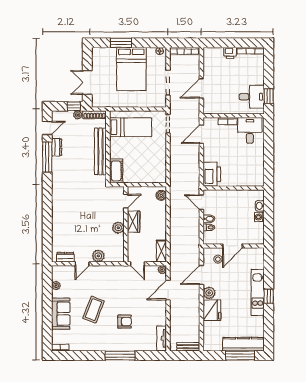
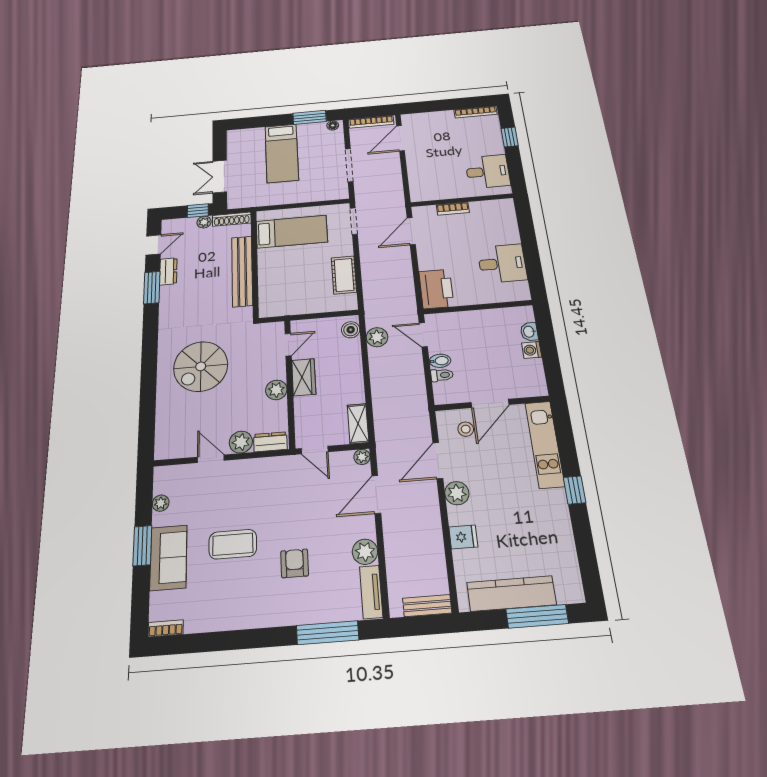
window: (121, 43) -> (310, 117), moved
printer: (230, 53) -> (444, 118), removed
bed: (131, 69) -> (282, 153), width x0.67
door: (201, 88) -> (400, 138), moved
window: (269, 96) -> (510, 137), moved
desk: (250, 130) -> (502, 263), moved, turned 90
window: (47, 157) -> (152, 288), width x0.69
cot: (116, 171) -> (344, 275), moved
plant: (176, 201) -> (377, 337), added
spiral stairs: (76, 210) -> (201, 366), added
dresser: (65, 257) -> (270, 442), moved
door: (82, 264) -> (211, 459), swing flipped
kitchen unit: (258, 292) -> (545, 444), moved
window: (47, 307) -> (142, 546), added
coffee table: (94, 310) -> (233, 544), turned 69
fridge: (212, 310) -> (463, 537), width x0.53, depth x0.75
plant: (160, 319) -> (365, 552), added
armchair: (125, 322) -> (295, 563), turned -90
kitchen counter: (244, 344) -> (511, 594), moved
window: (120, 356) -> (327, 633), moved

